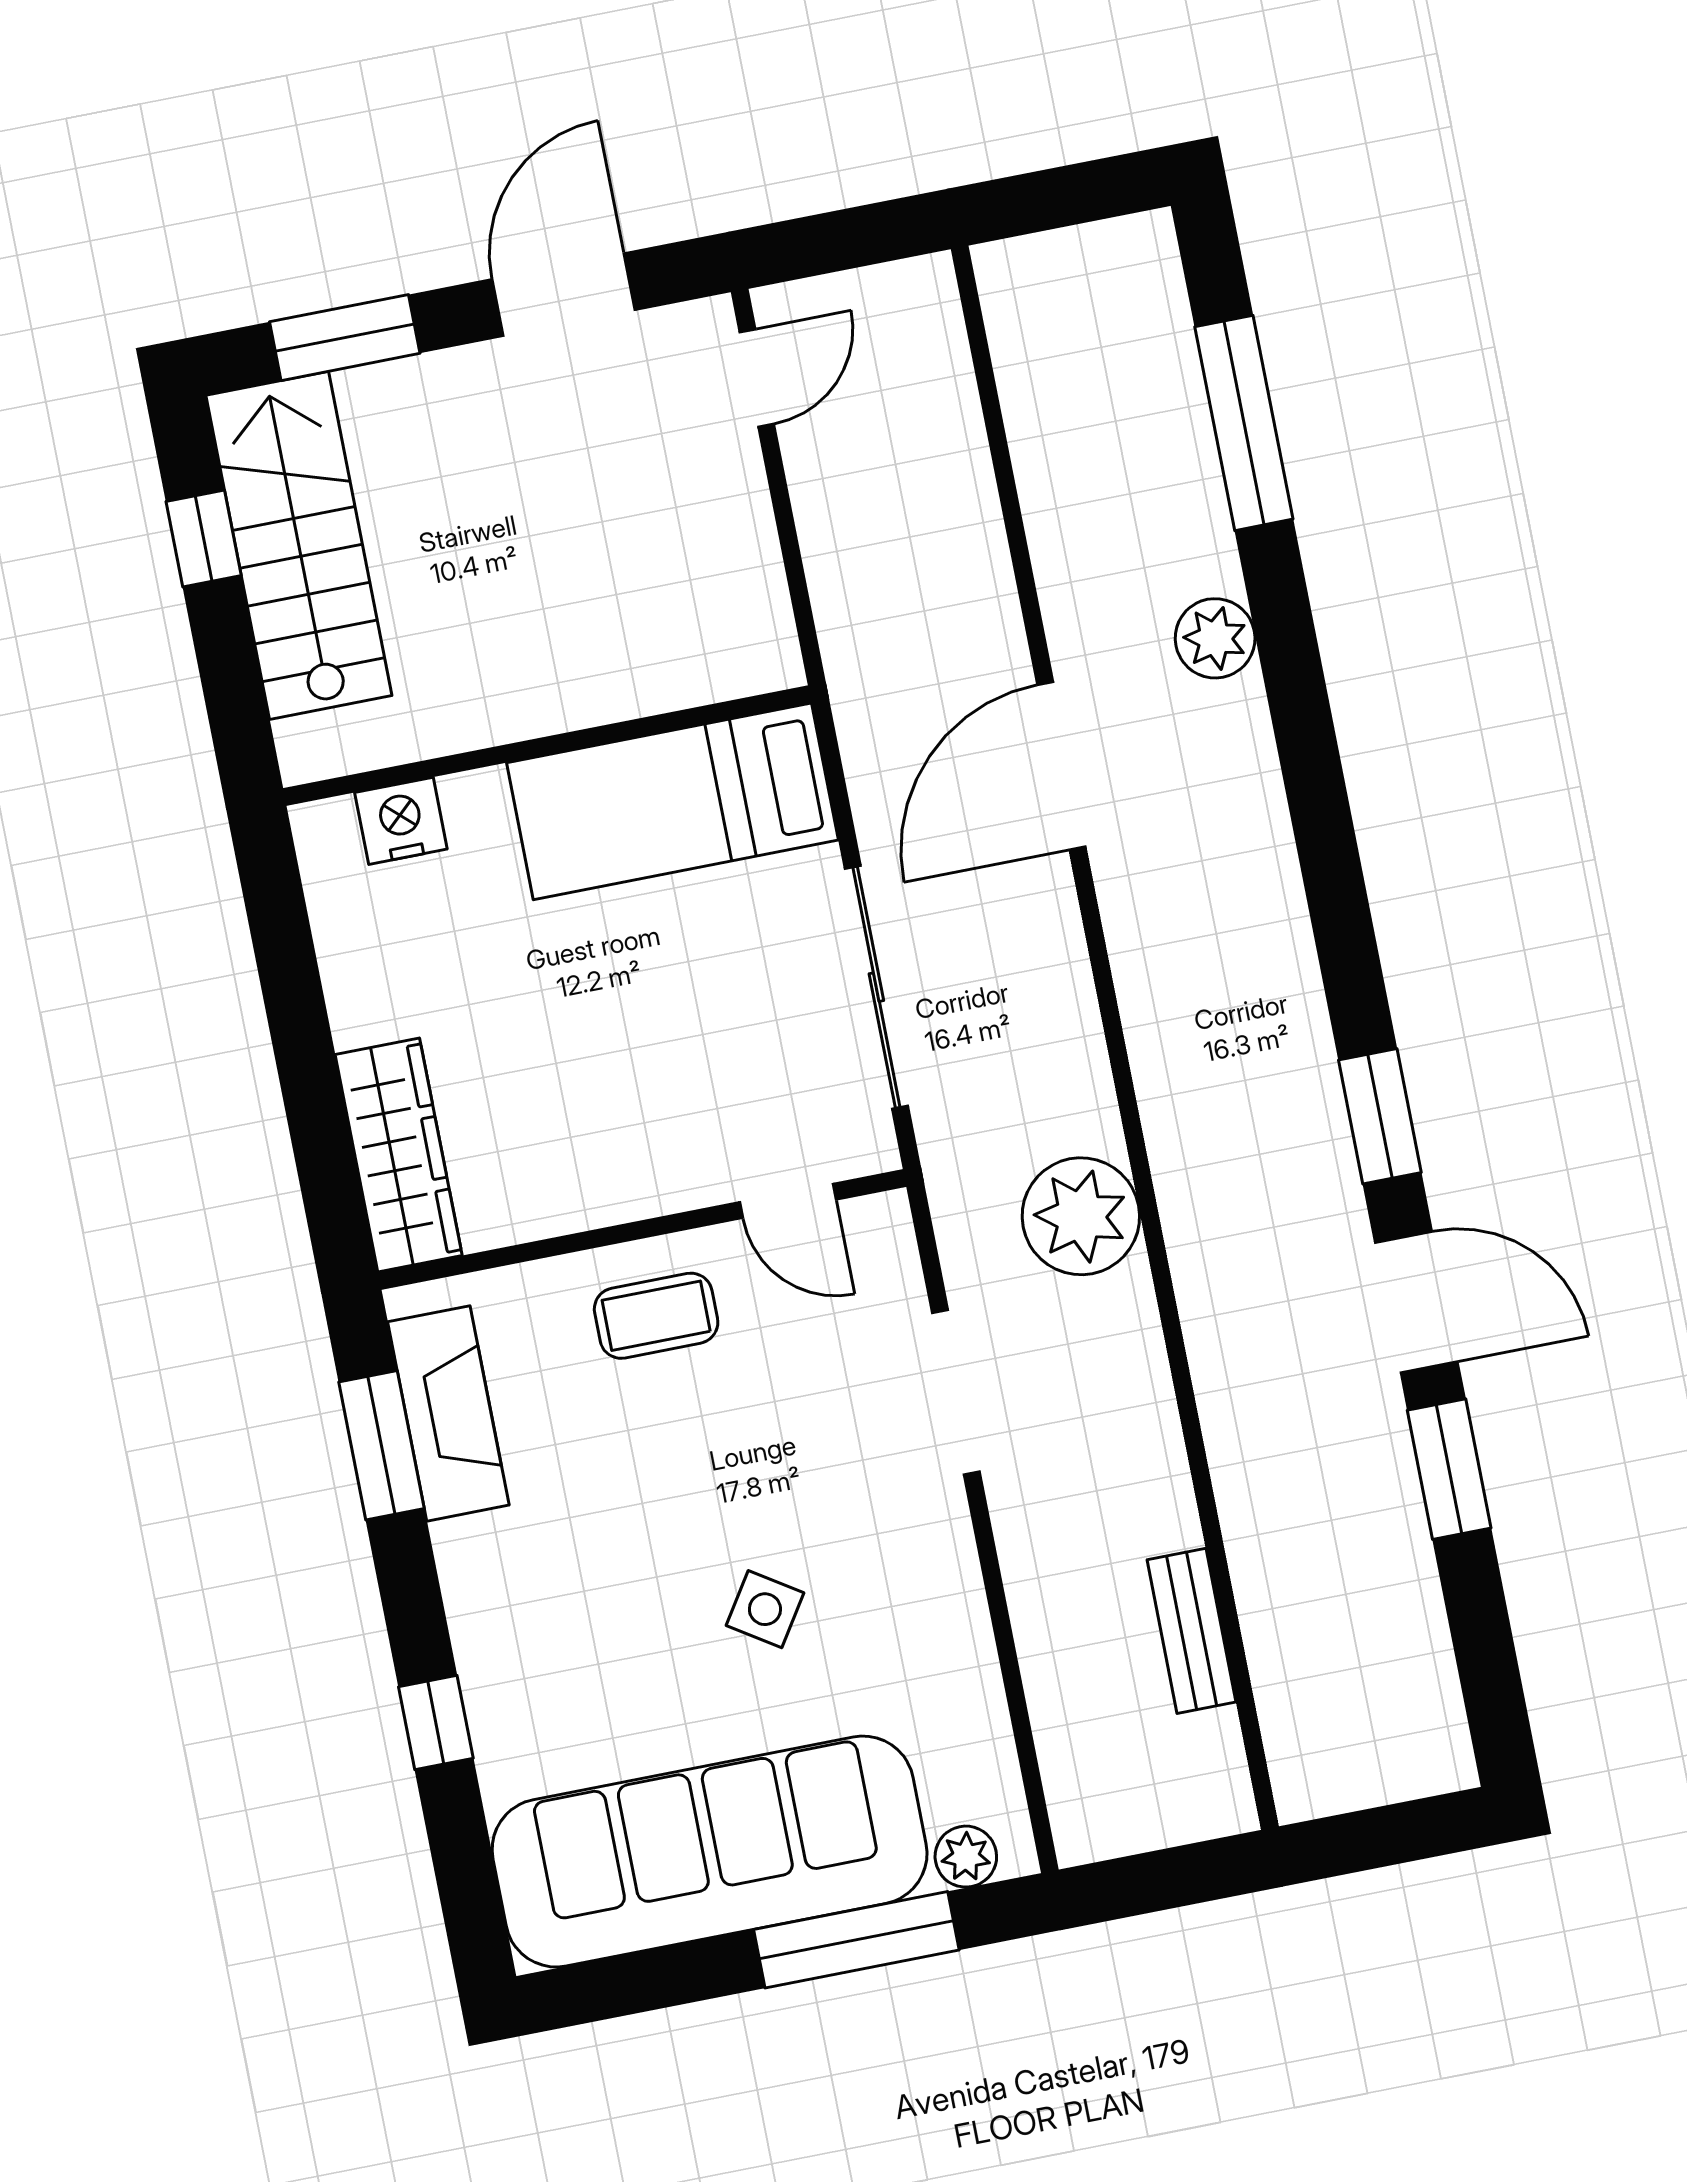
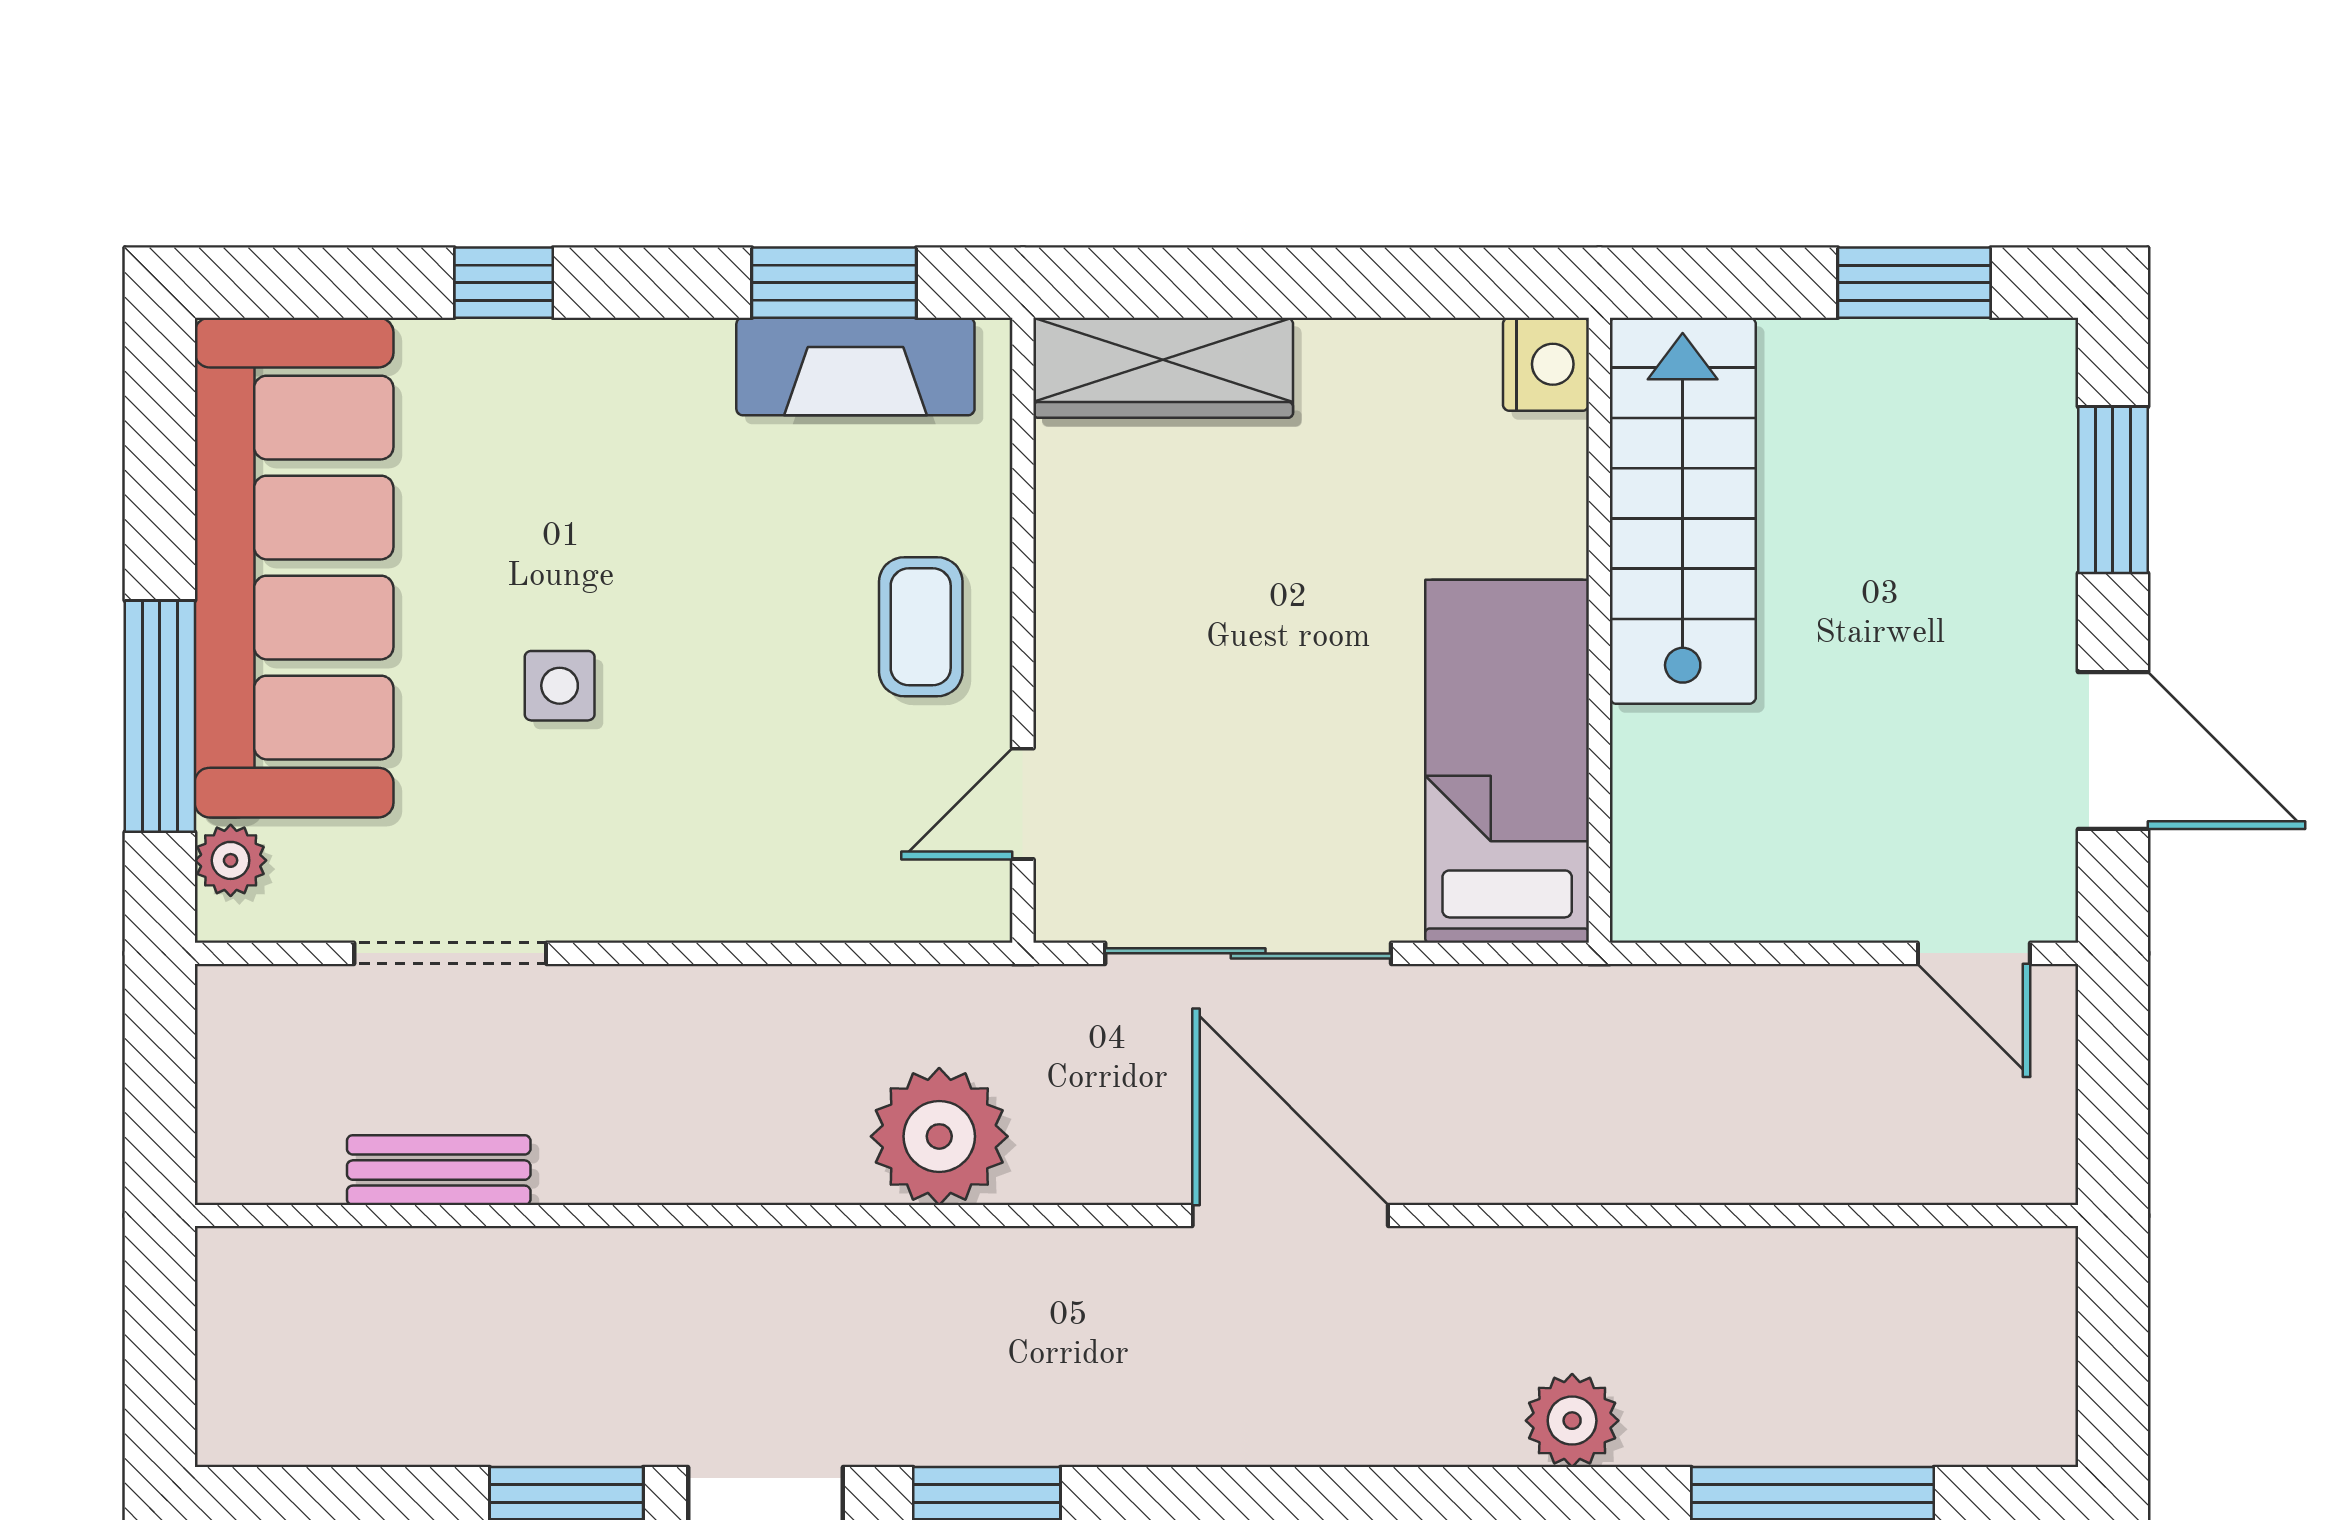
window: (204, 538) -> (1914, 283), width x1.50
stairs: (299, 545) -> (1683, 511), moved, turned -90
door: (1061, 766) -> (1290, 1216), moved
nightstand: (401, 821) -> (1546, 364), moved
doorway: (956, 1392) -> (450, 953), moved
side table: (765, 1609) -> (560, 686), turned -33

